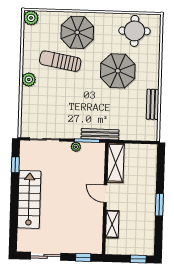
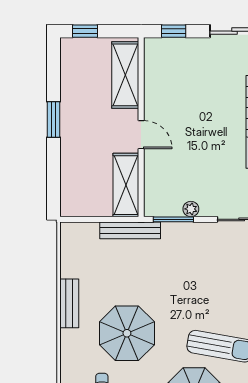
bench: (153, 104) -> (69, 303), moved
bench: (100, 134) -> (130, 230), moved
shelving: (112, 224) -> (125, 75), width x1.50, depth x1.33

